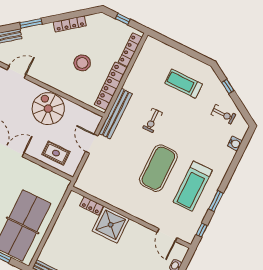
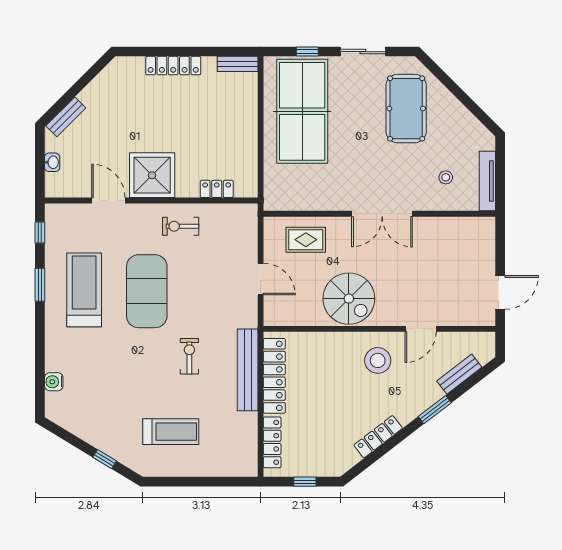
stool: (82, 63) -> (378, 360), moved
bench: (116, 114) -> (248, 370), moved
exercise bike: (223, 114) -> (181, 226), moved
shower: (111, 225) -> (152, 175), moved
door: (167, 235) -> (108, 201), moved

